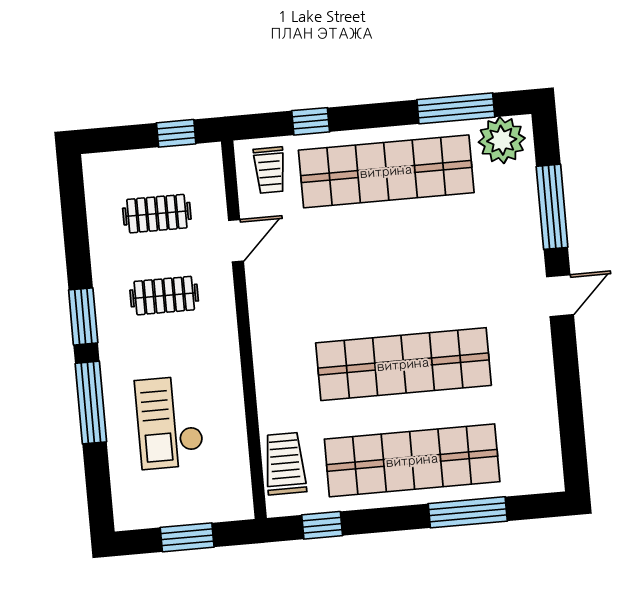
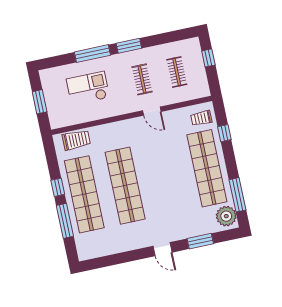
window: (176, 133) -> (208, 58), moved
window: (552, 207) -> (200, 241), width x0.69
door: (236, 241) -> (152, 111), moved
window: (322, 525) -> (58, 187), moved

